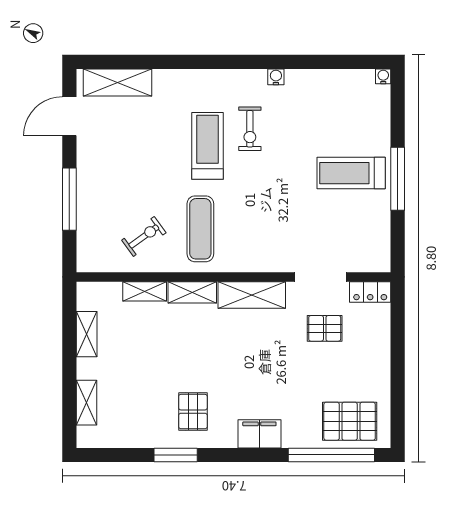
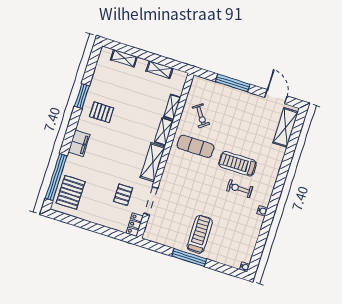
treadmill: (207, 146) -> (238, 164), turned 180

